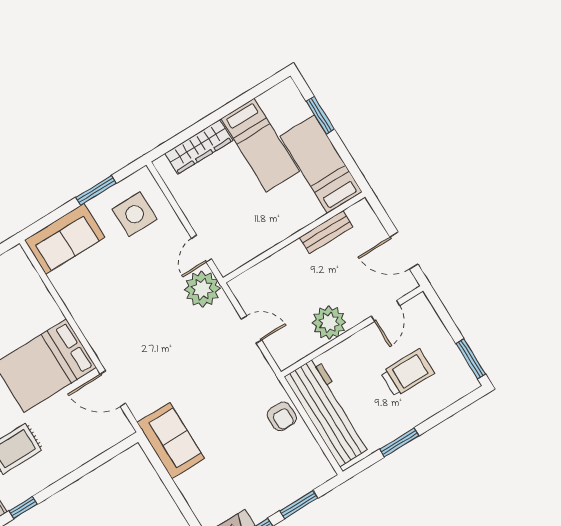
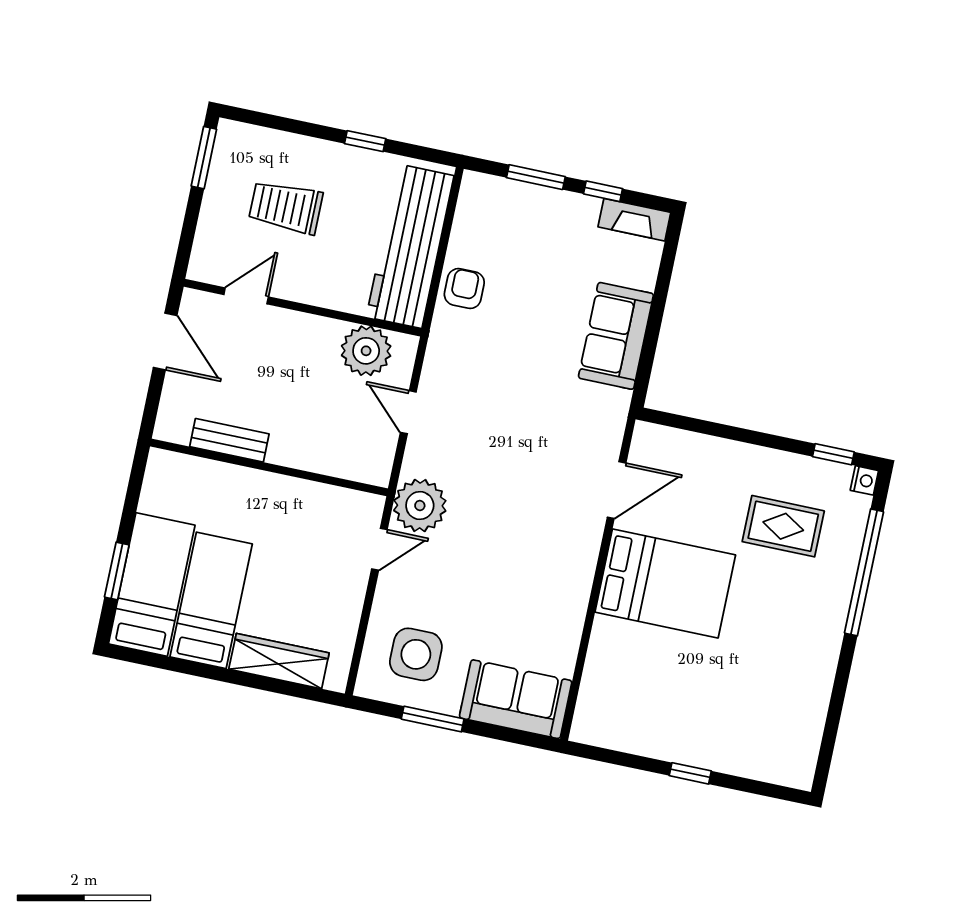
bed: (321, 164) -> (152, 584), moved, turned 180
plant: (329, 322) -> (366, 351), moved
door: (113, 389) -> (617, 490), hinge flipped
sofa: (171, 441) -> (616, 336), moved
window: (399, 442) -> (365, 141), width x0.67

